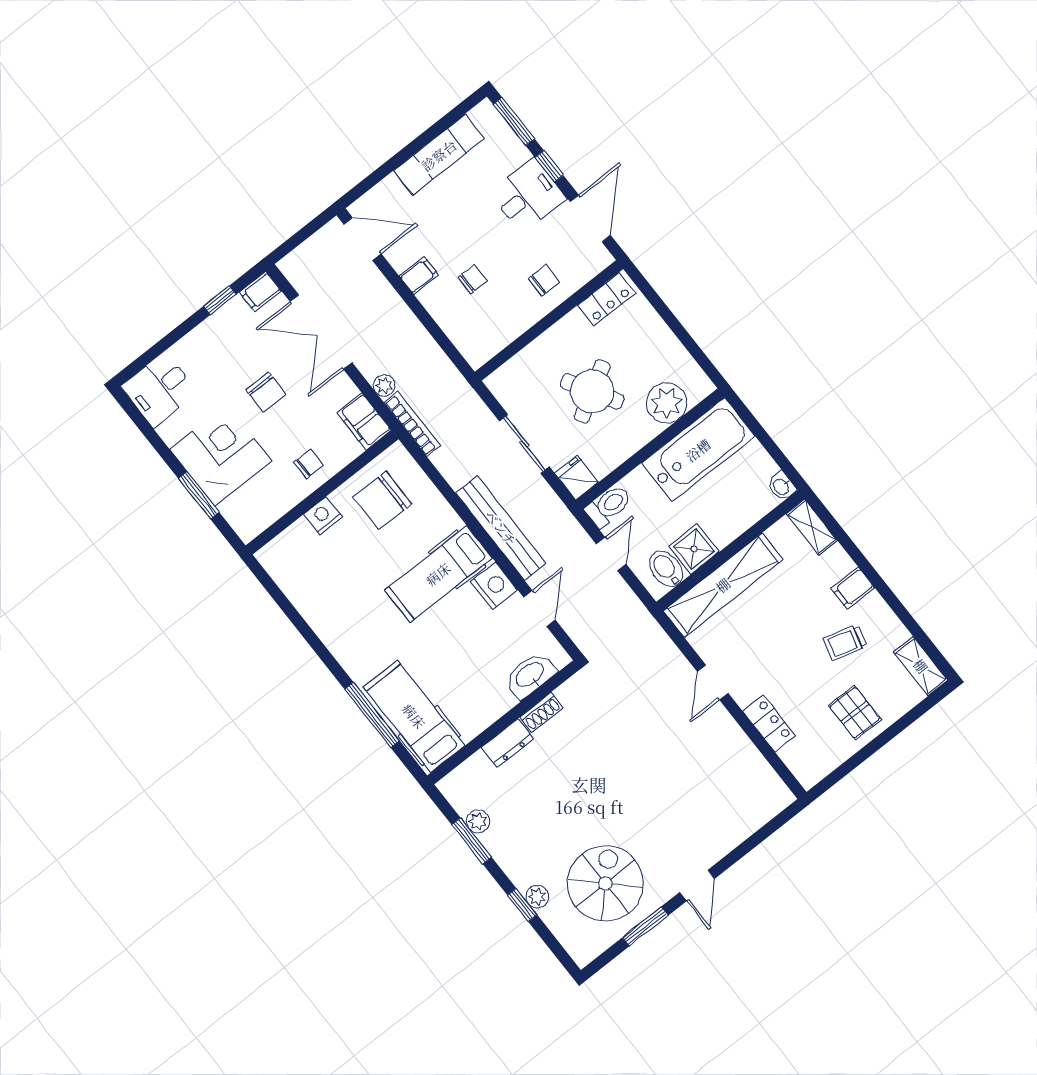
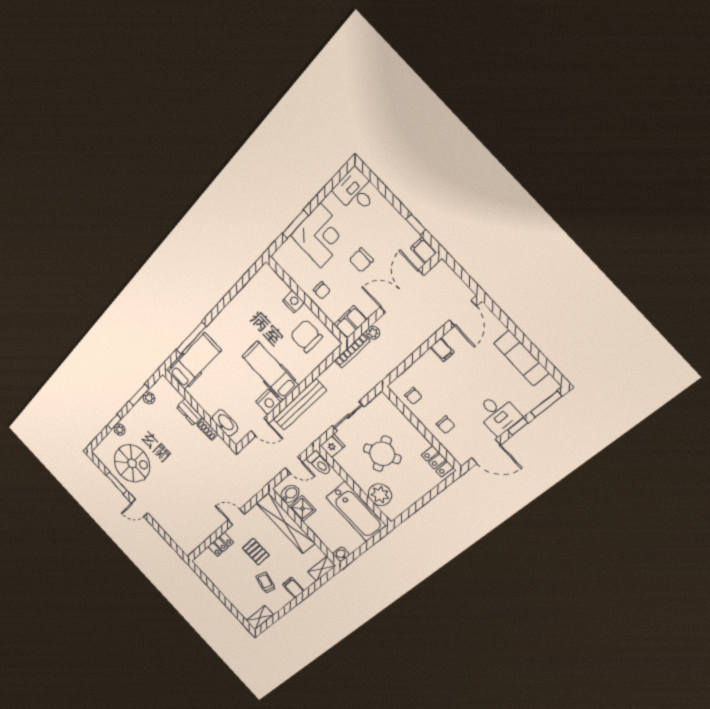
chair: (473, 279) -> (413, 396), moved
pallet: (855, 713) -> (256, 552), moved, turned 90

